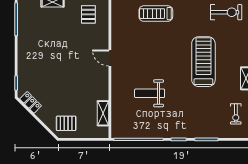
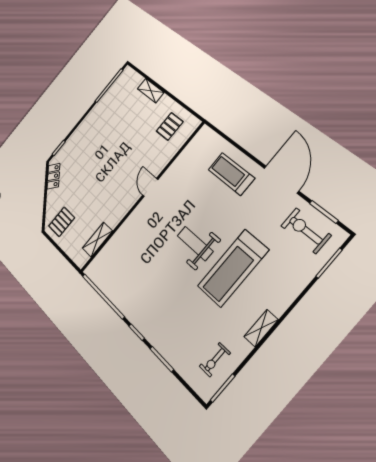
exercise bike: (226, 12) -> (306, 231), turned 180
treadmill: (203, 62) -> (233, 268), turned 180
weight bench: (150, 93) -> (195, 243), moved
pallet: (66, 123) -> (62, 222), turned 90

